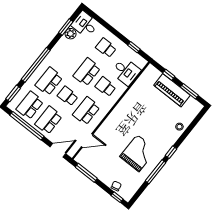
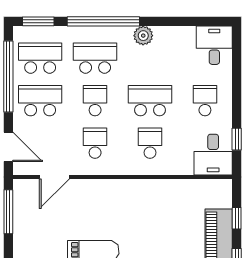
window: (66, 27) -> (189, 21), removed
plant: (71, 34) -> (143, 36), moved
desk: (126, 71) -> (213, 155), moved
school desk: (86, 111) -> (95, 143), width x0.54
door: (87, 140) -> (54, 177), hinge flipped

